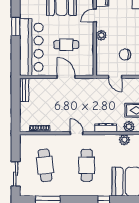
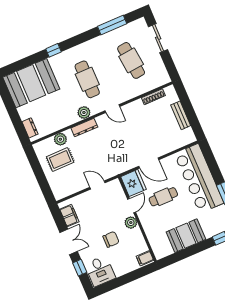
door: (95, 15) -> (132, 206), moved
chair: (125, 55) -> (111, 239), moved
fridge: (85, 66) -> (133, 183), added
bench: (24, 90) -> (181, 115), moved
plant: (124, 140) -> (84, 113), moved

